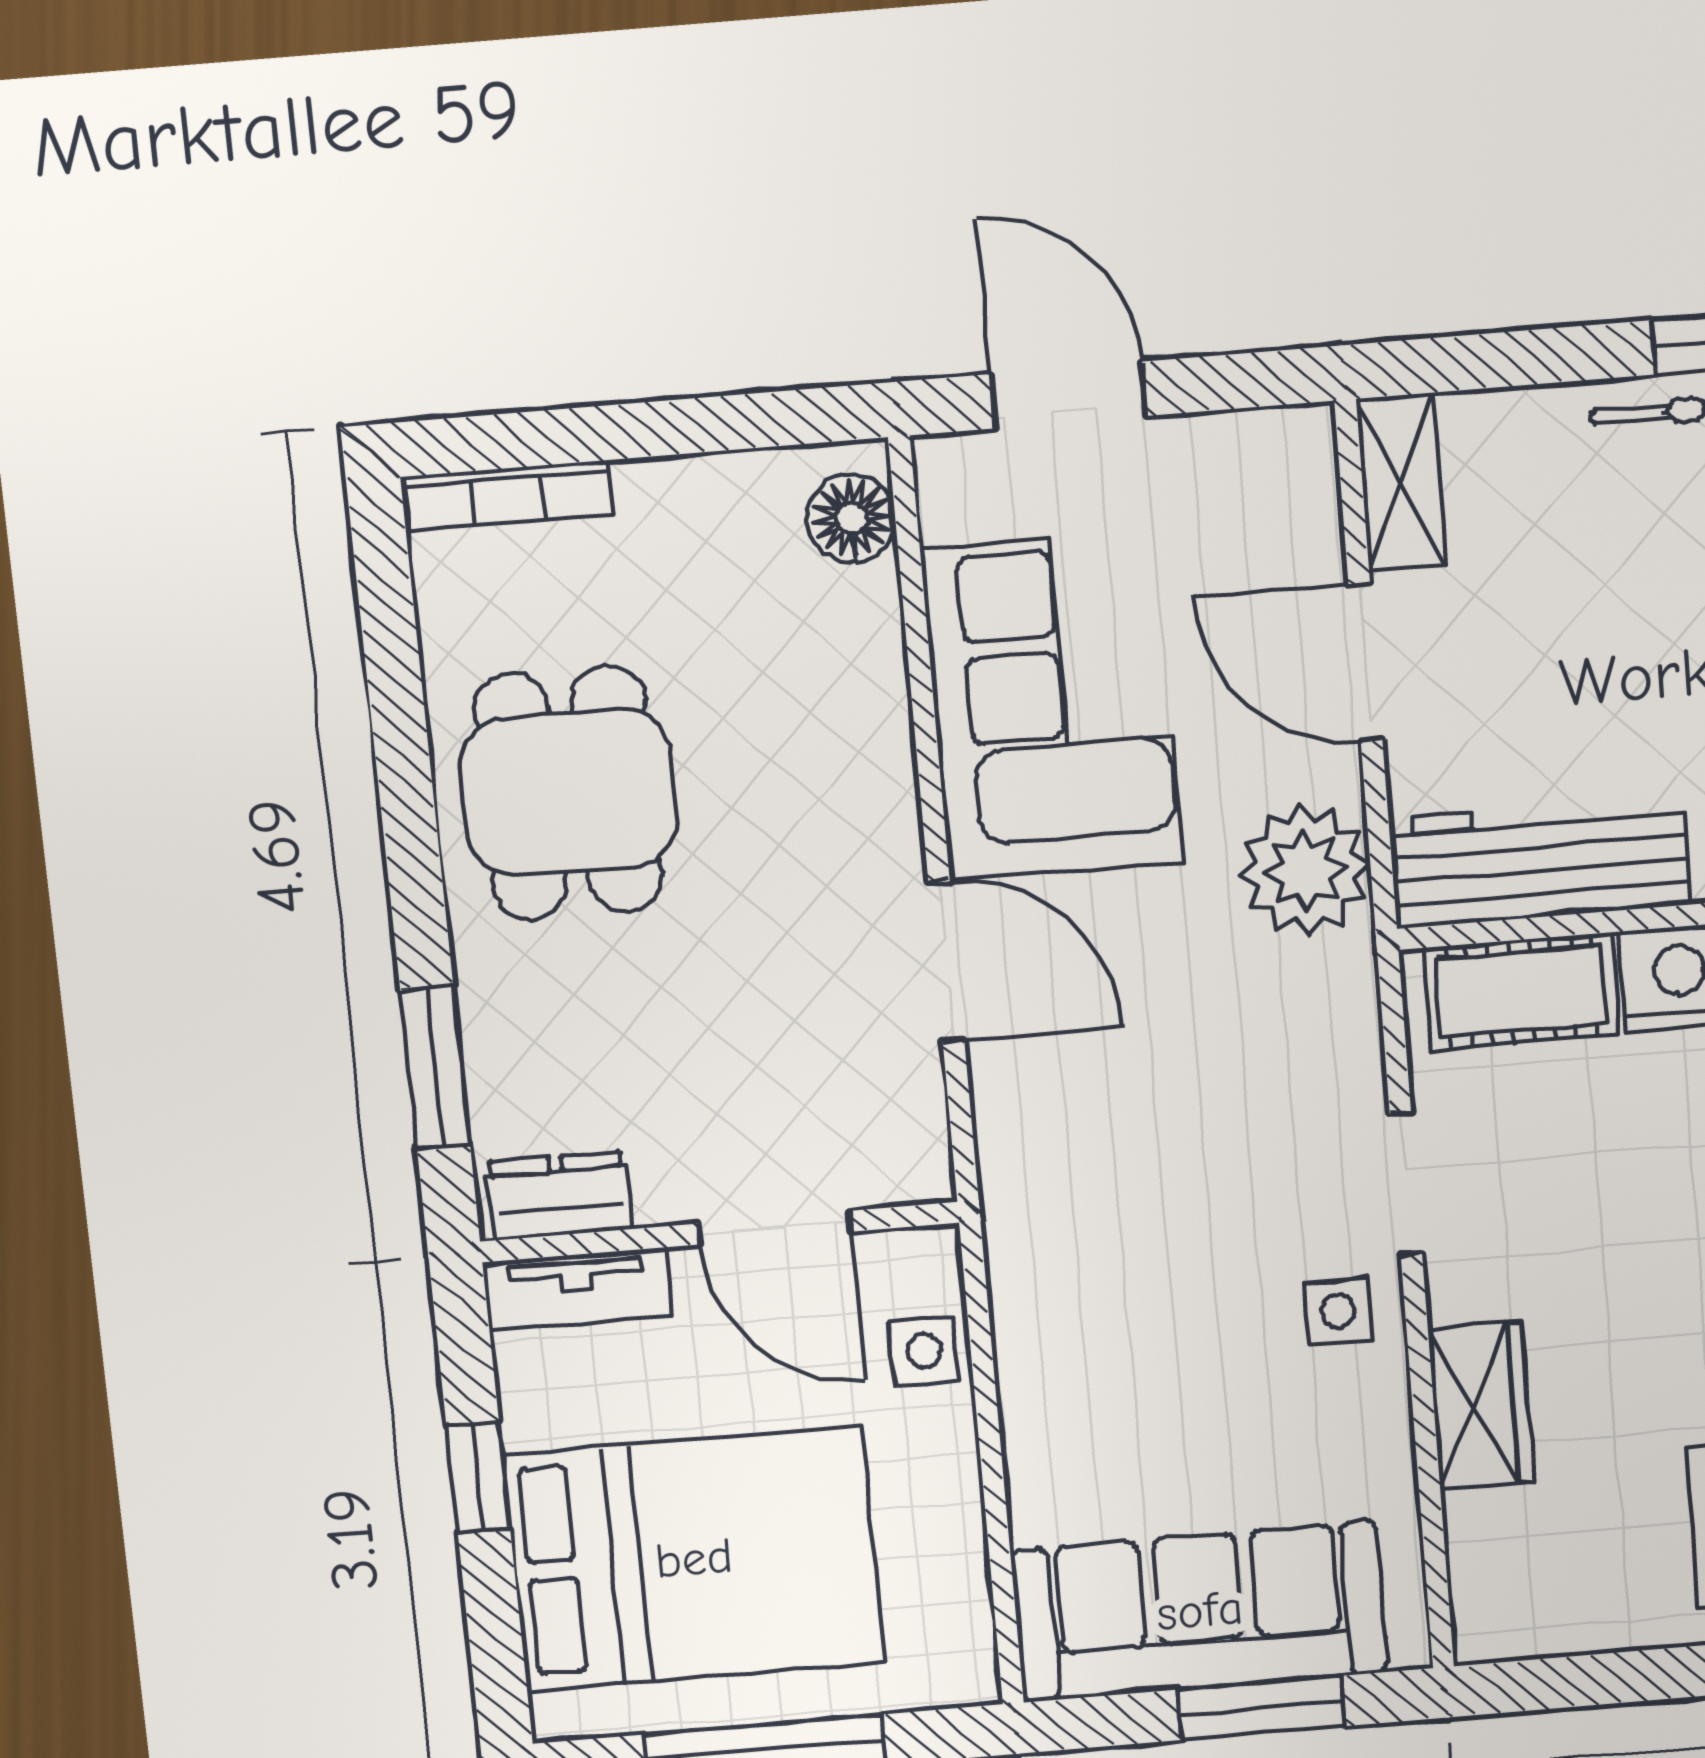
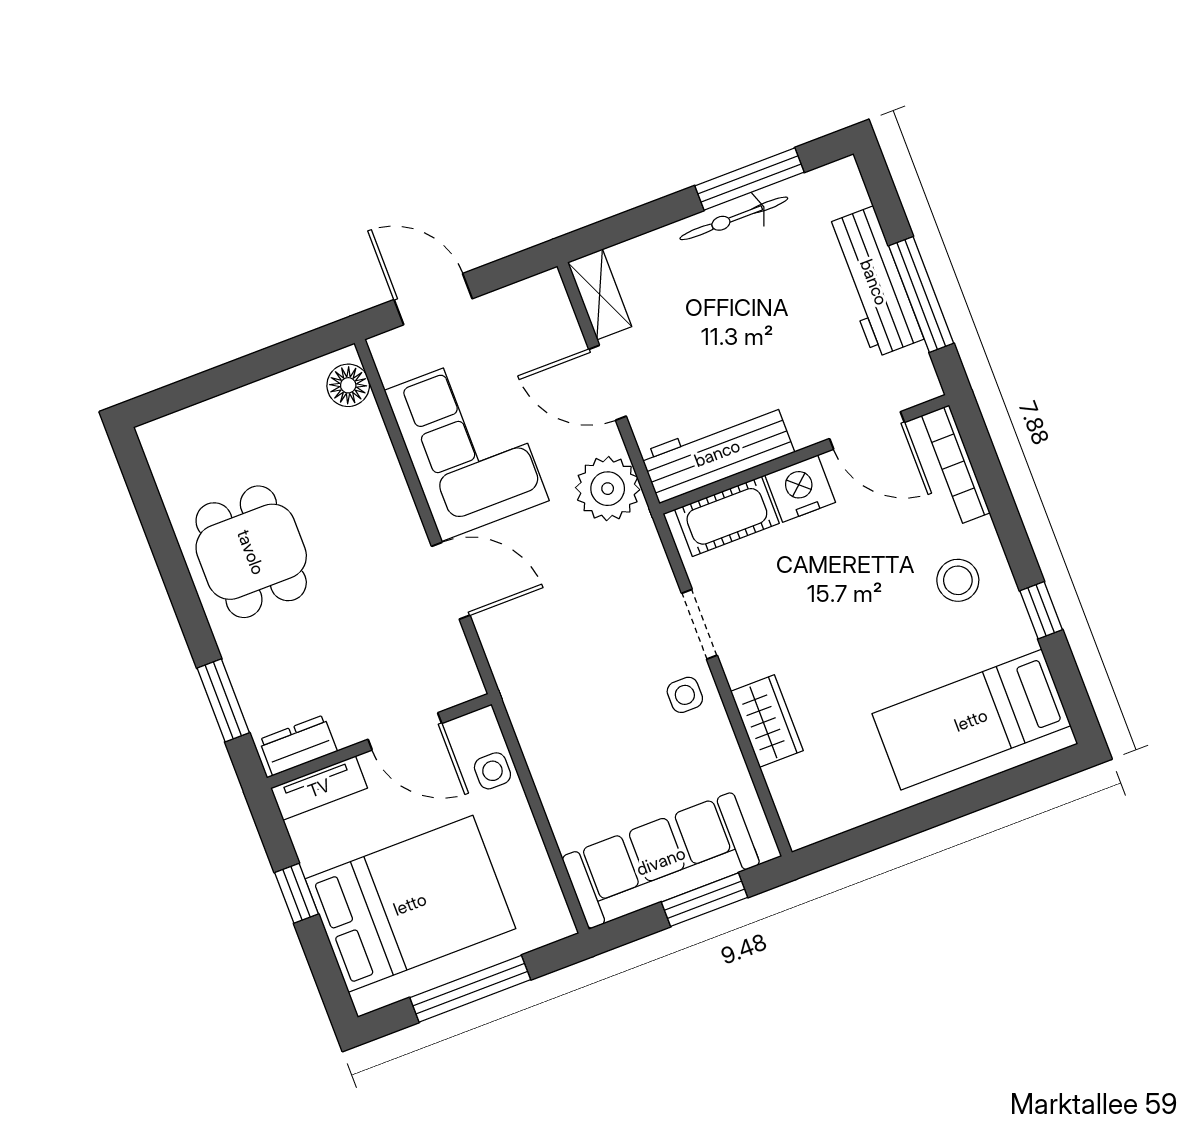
bookcase: (507, 495) -> (185, 421), removed

